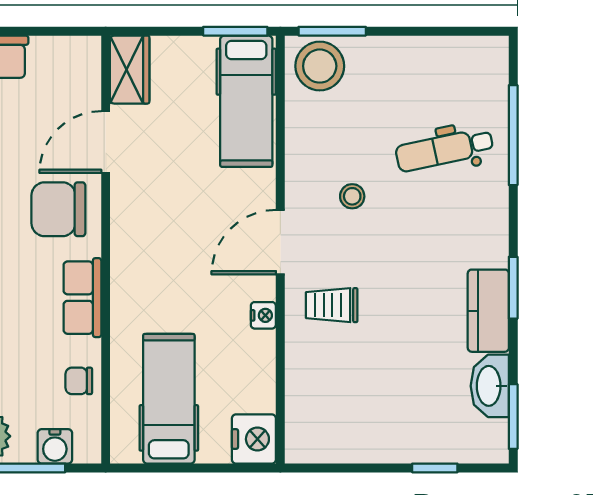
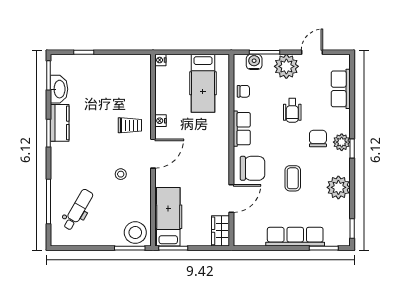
dental chair: (444, 150) -> (78, 210), moved, turned -48
nightstand: (254, 439) -> (160, 60), width x0.53, depth x0.56

